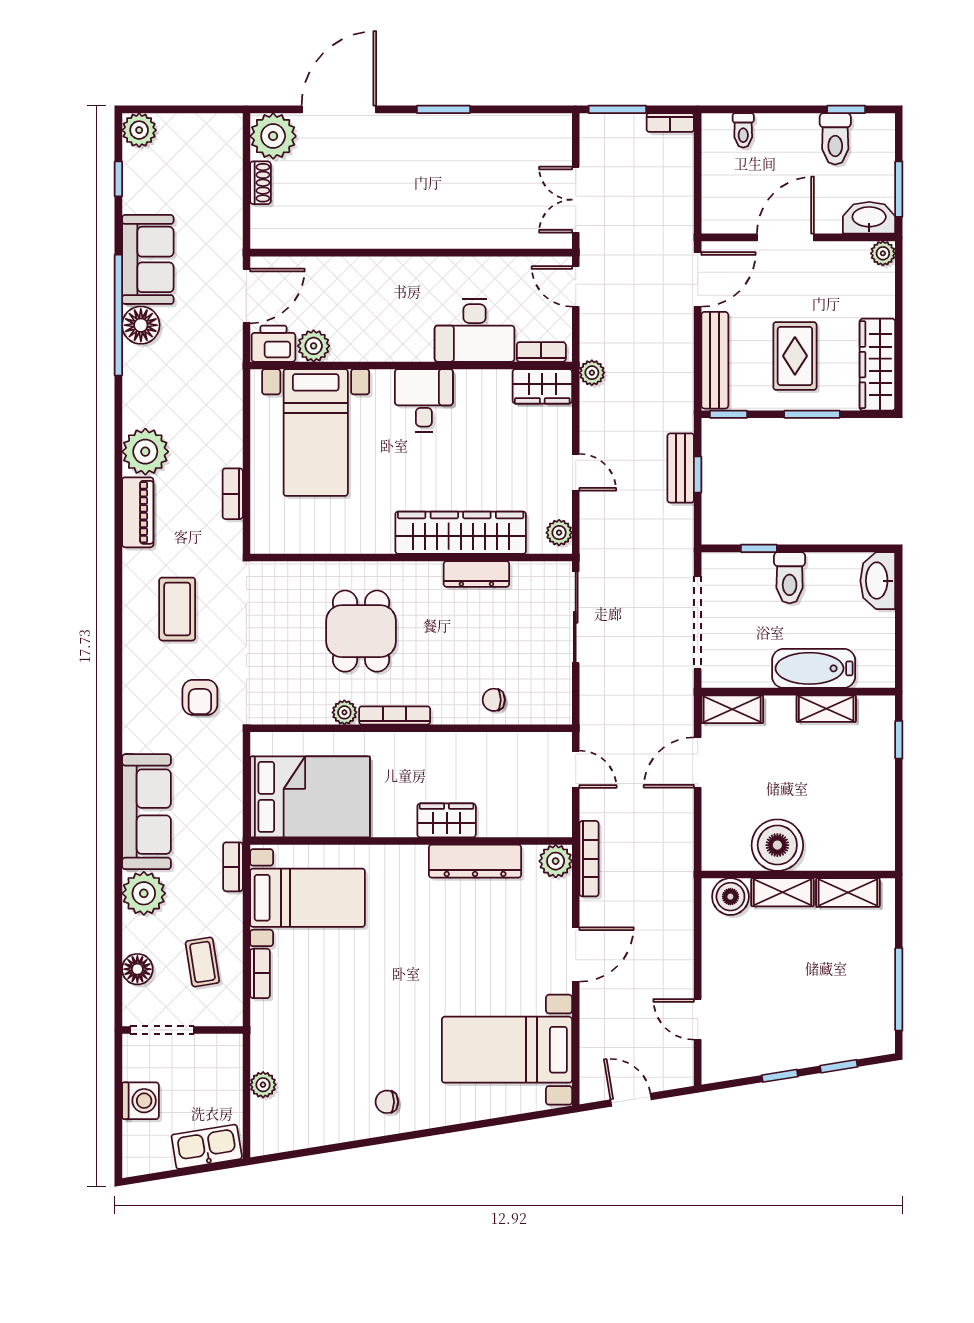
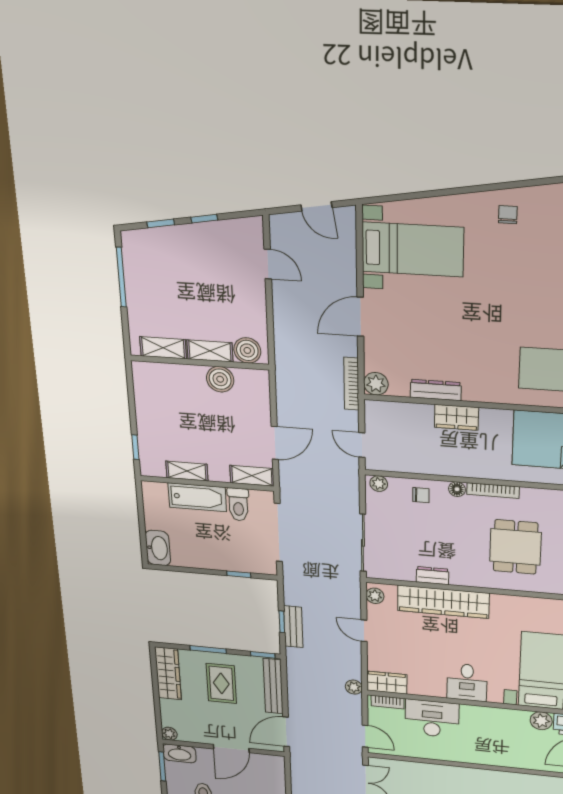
dresser: (476, 574) -> (432, 576), width x0.70
toilet: (790, 578) -> (238, 504), moved, turned 180
plant: (344, 712) -> (379, 484), moved
floor lamp: (444, 713) -> (457, 489), added
boiler: (777, 845) -> (220, 379), width x0.73, depth x0.73
dresser: (475, 861) -> (436, 390), width x0.73, depth x0.80
chair: (387, 1102) -> (508, 215), turned -90

